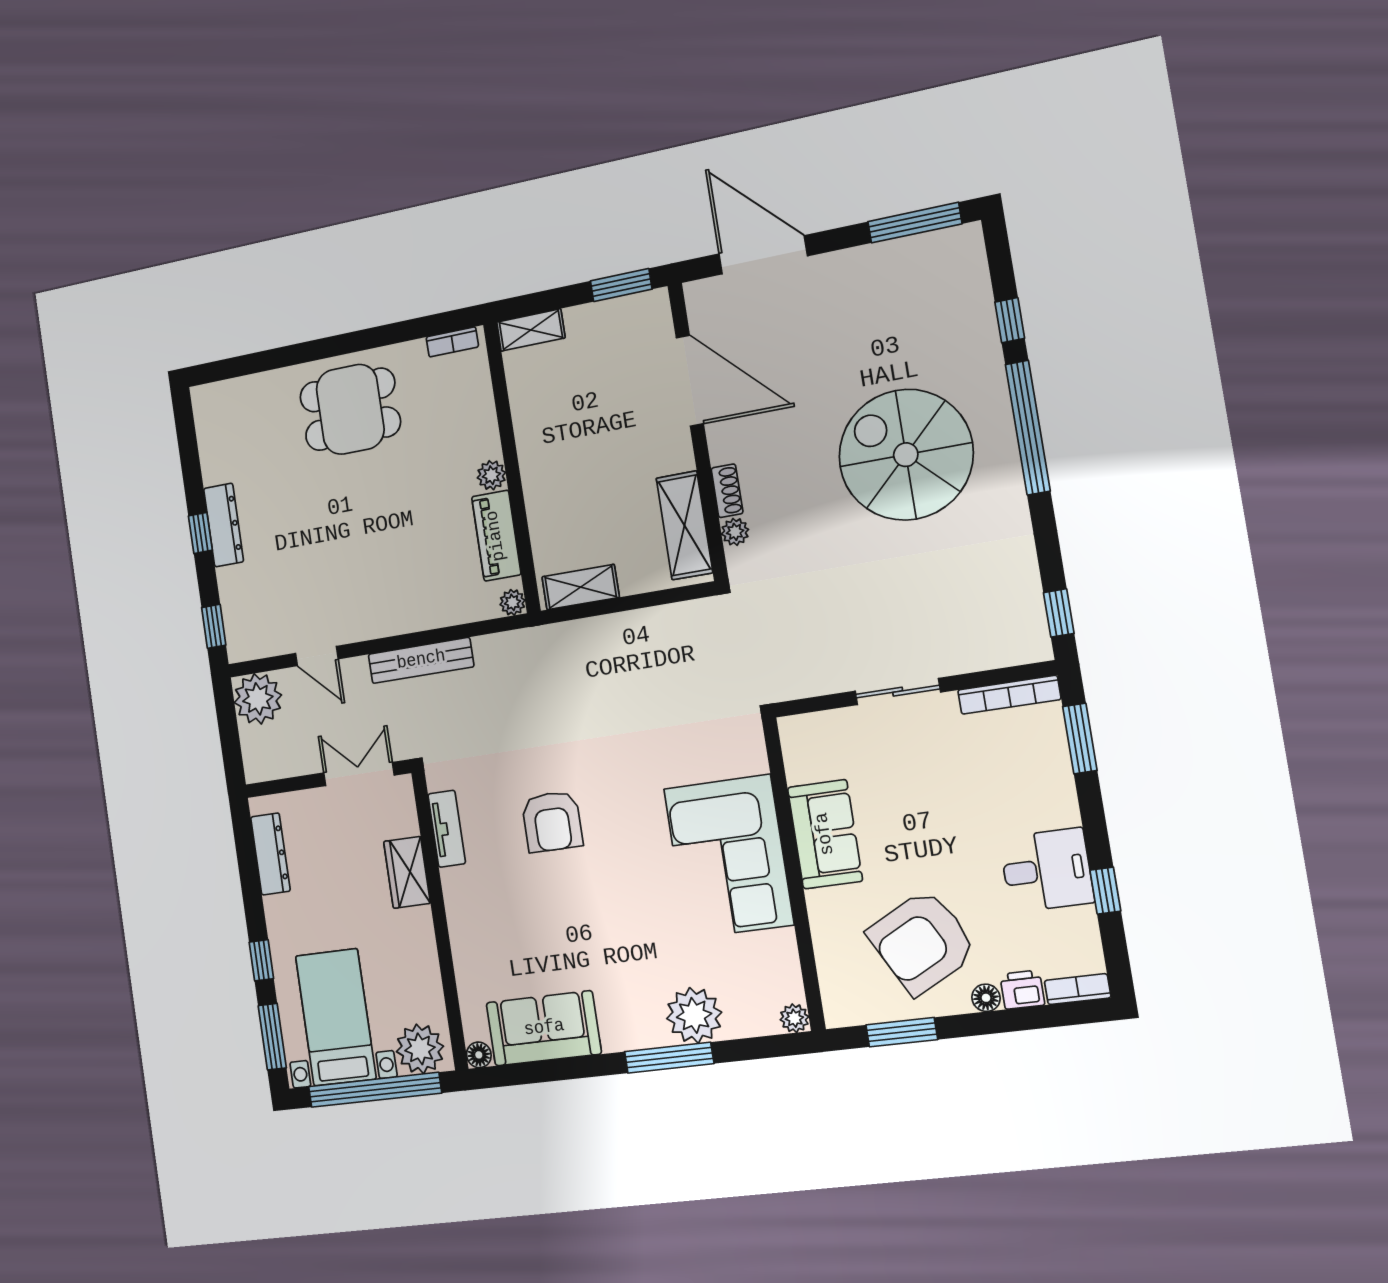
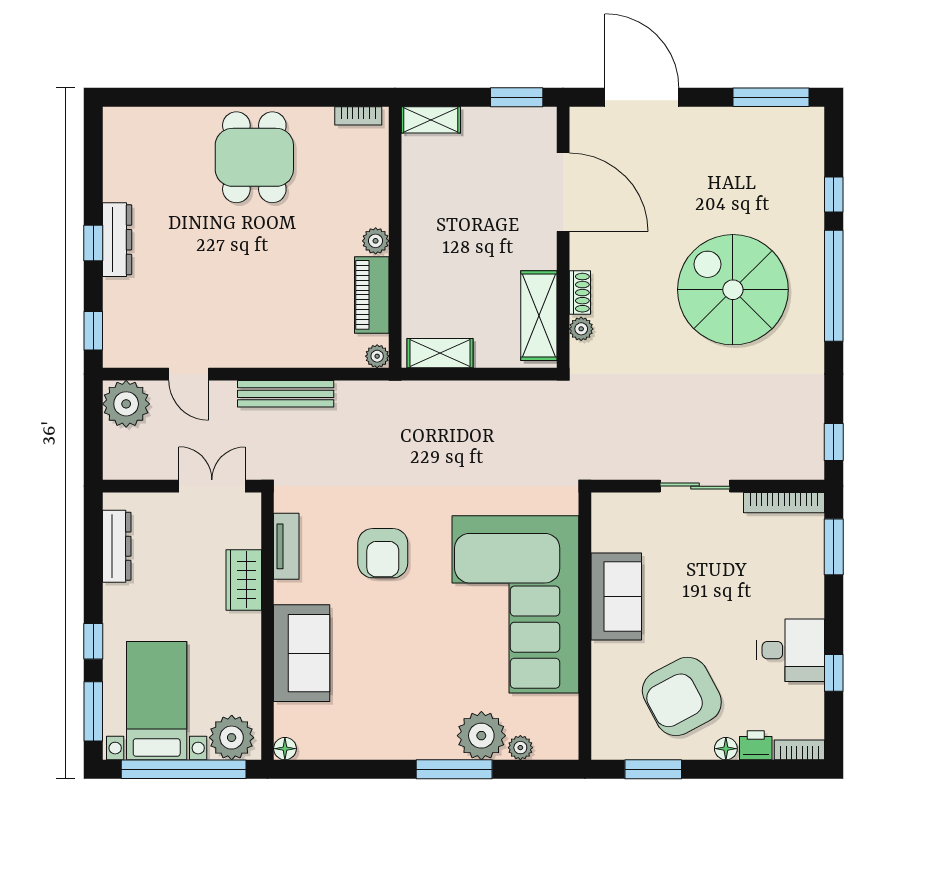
dining table: (350, 409) -> (254, 157), turned 90
corner sofa: (729, 857) -> (515, 604), width x1.36, depth x1.36
plant: (794, 1018) -> (520, 748), moved
sofa: (544, 1028) -> (302, 653), moved, turned 90

